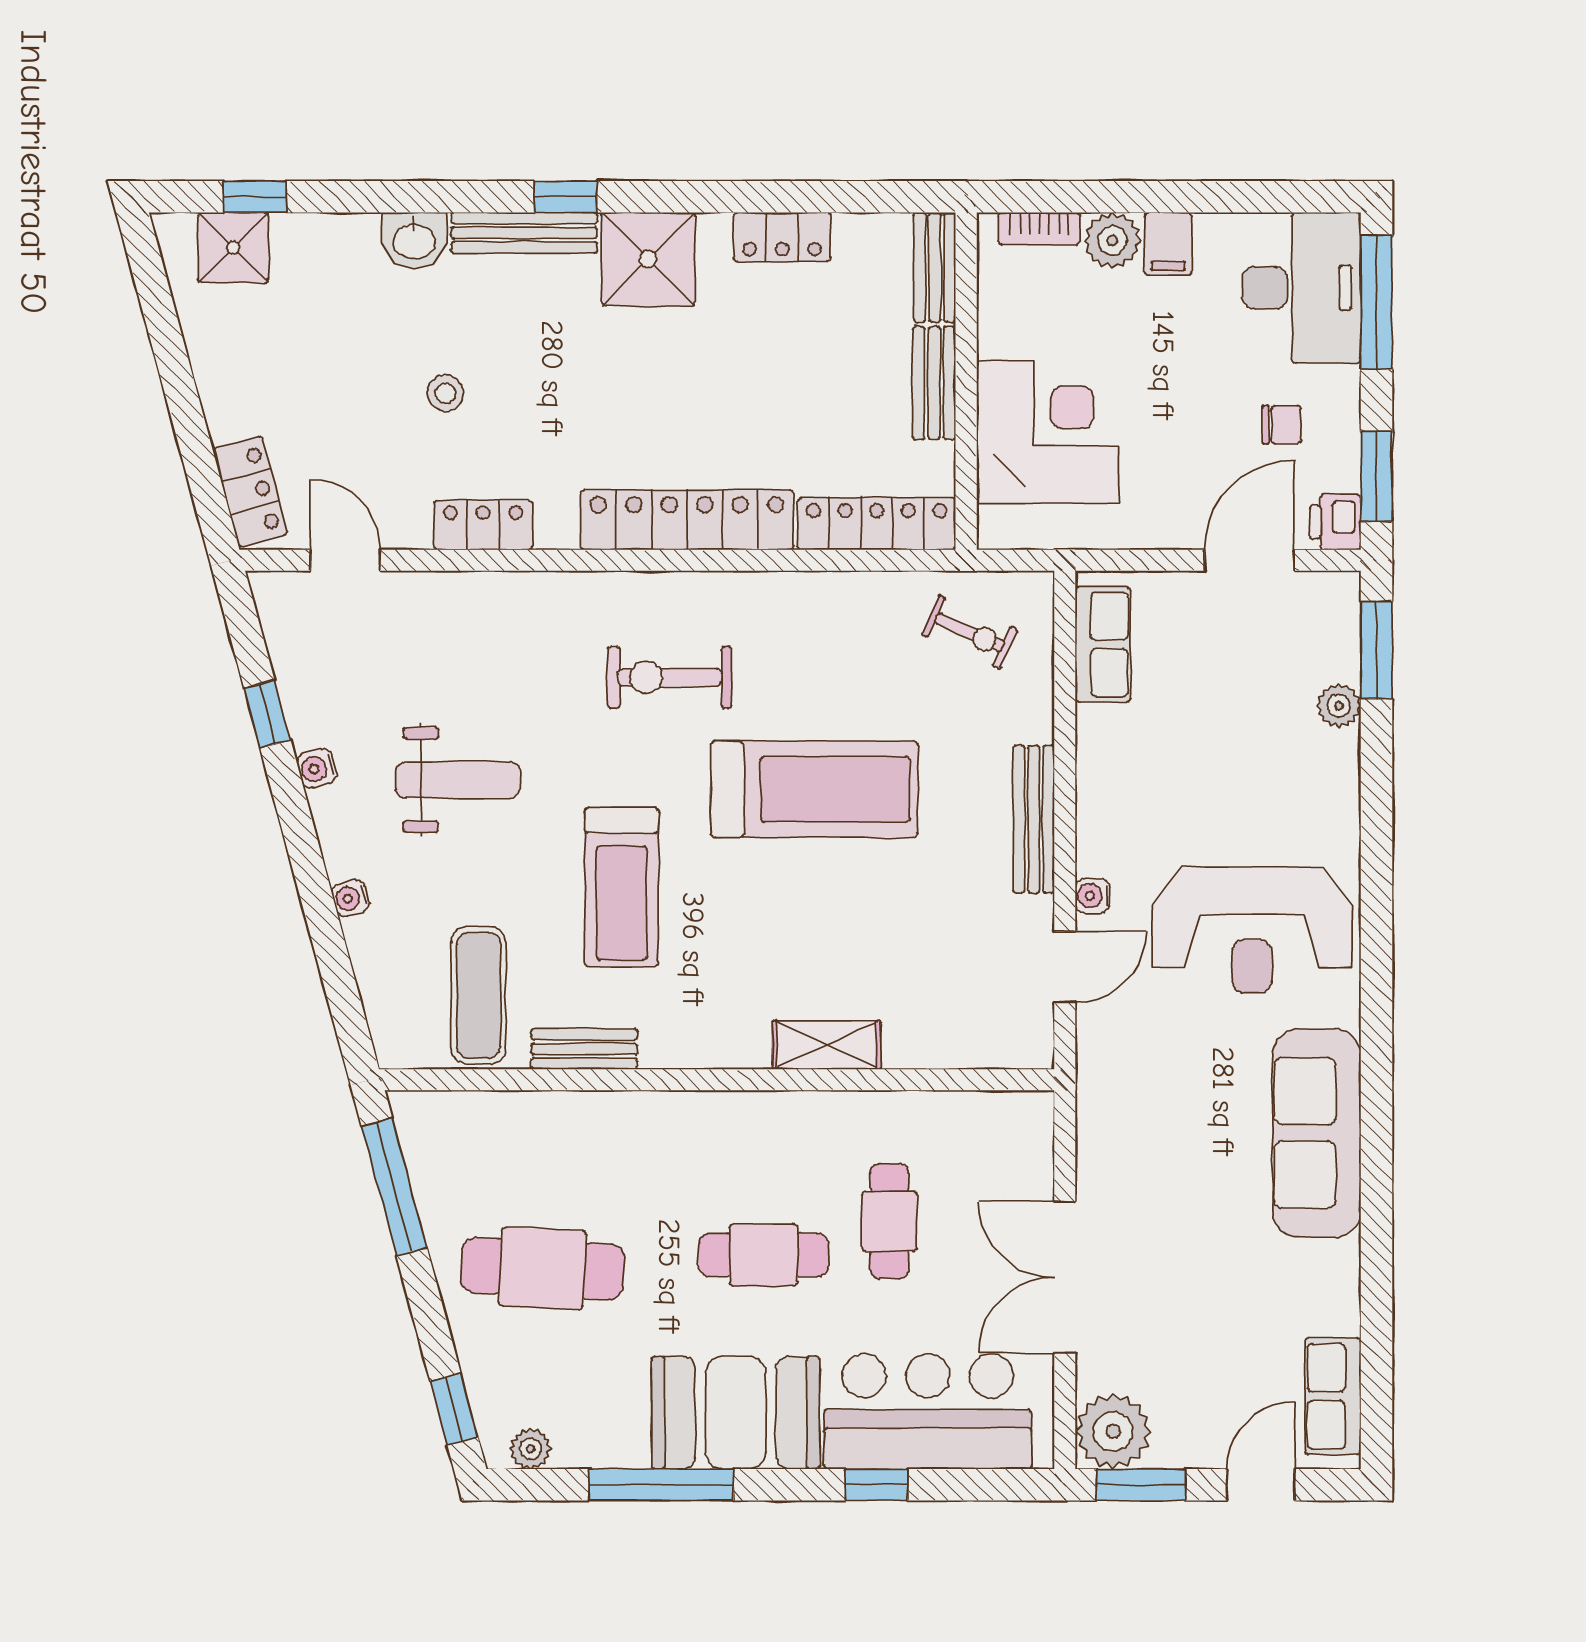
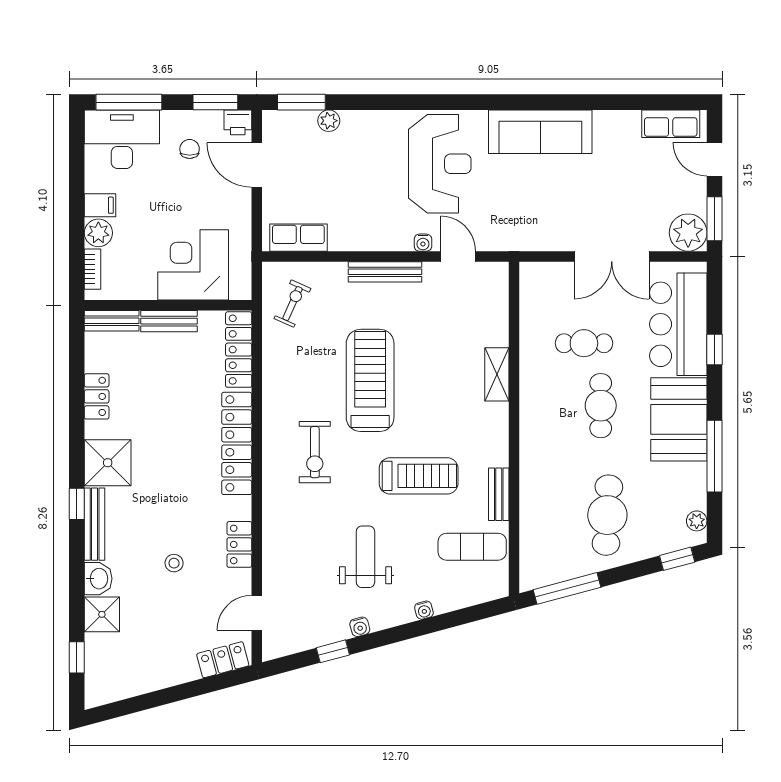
shower: (233, 247) -> (102, 614), moved

